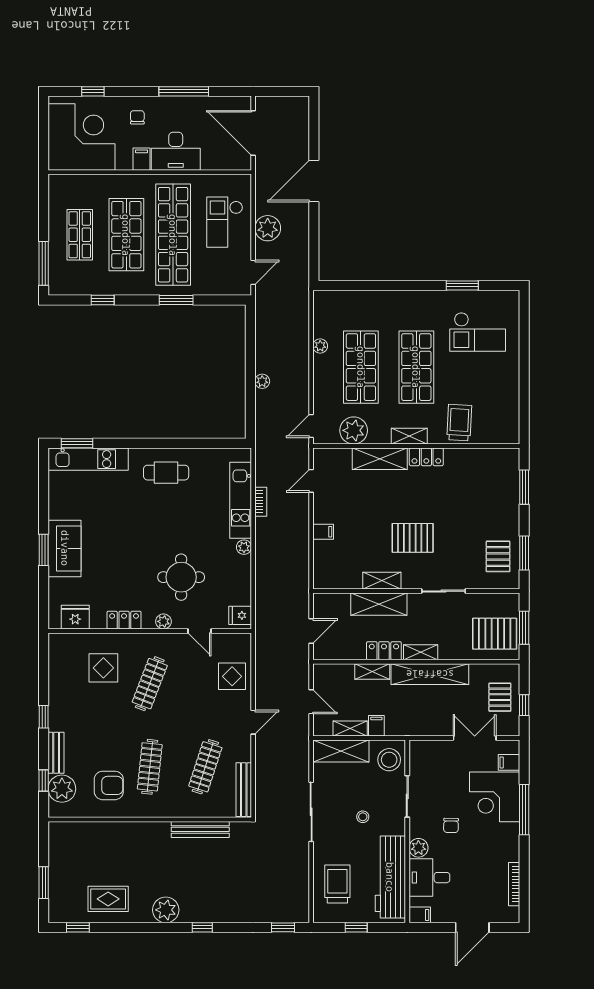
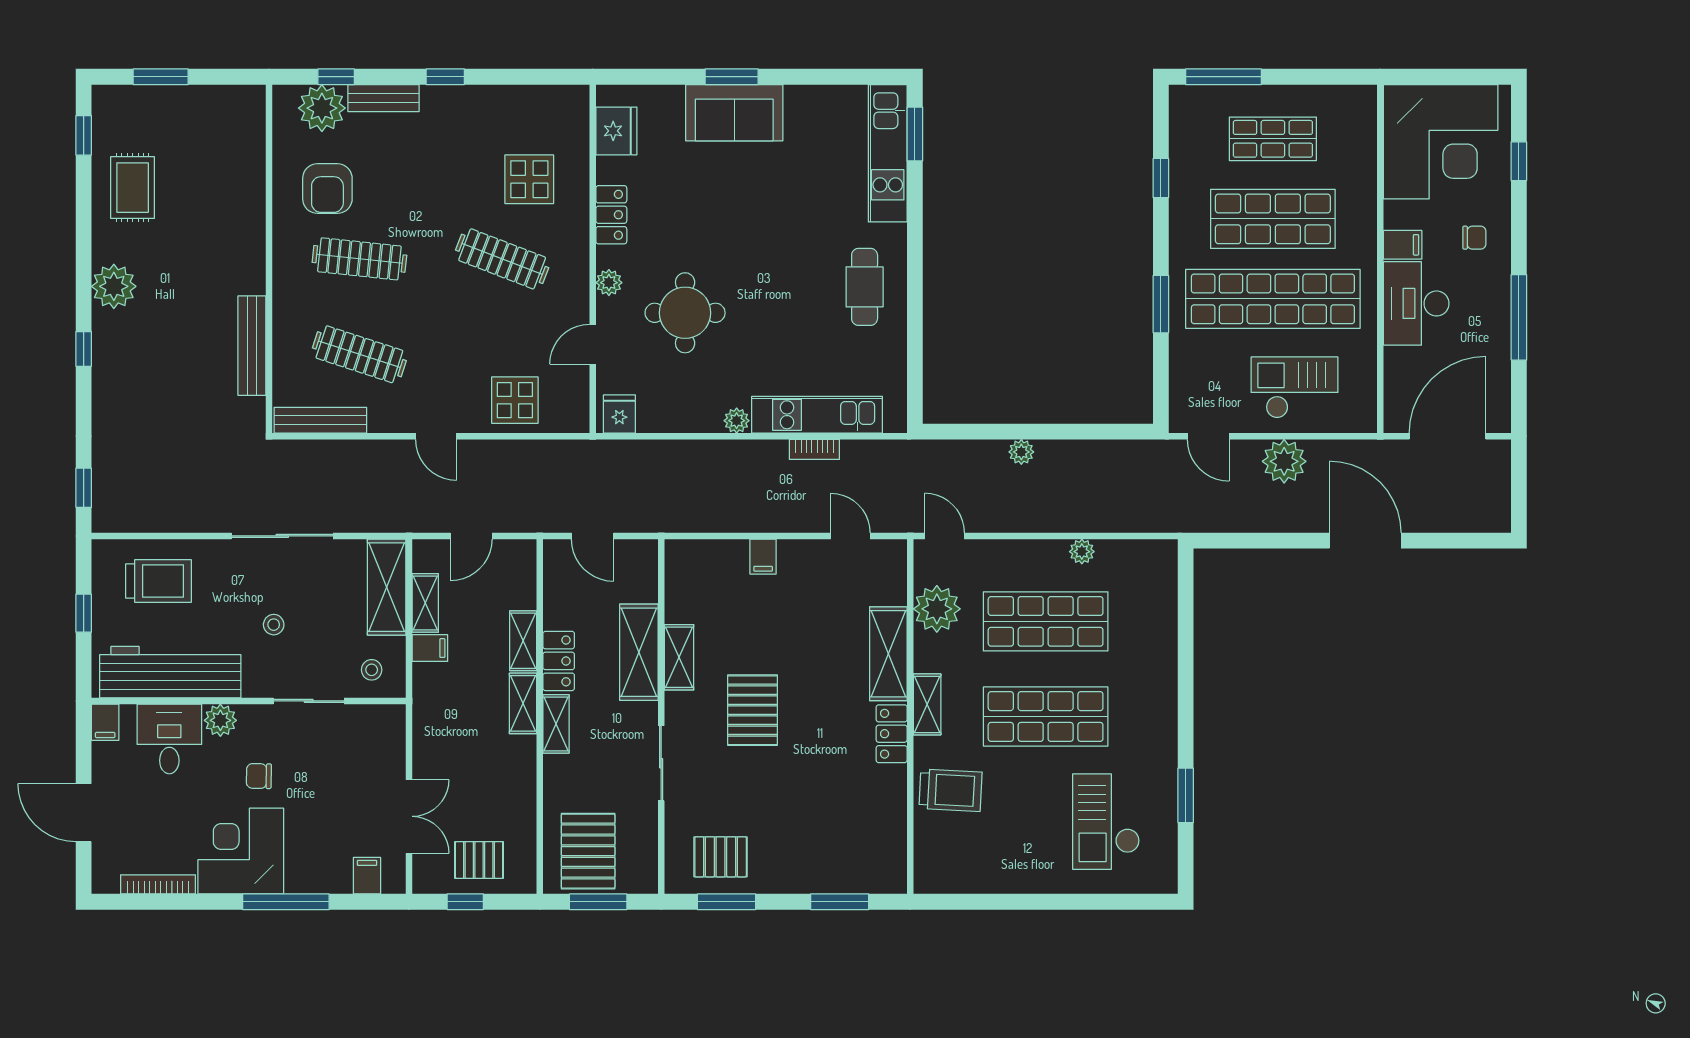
shelving: (430, 674) -> (523, 703), width x0.45, depth x0.75
stool: (389, 760) -> (372, 670), width x0.53, depth x0.53
corner desk: (495, 797) -> (241, 851), moved

